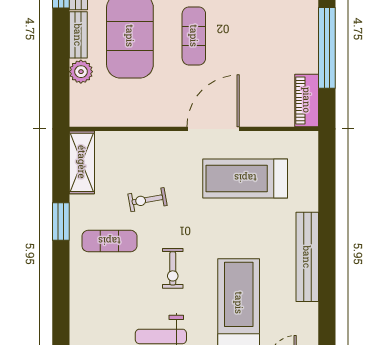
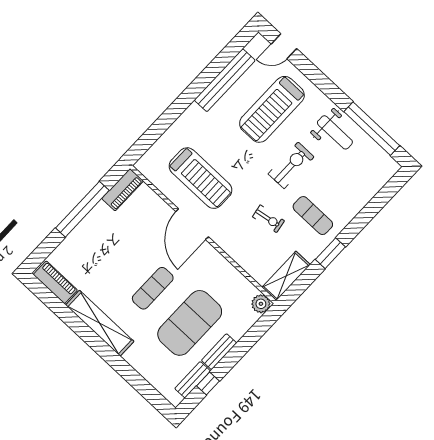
plant: (81, 72) -> (261, 304), moved
door: (213, 129) -> (192, 224), hinge flipped
bench: (307, 257) -> (225, 80), moved
exercise bike: (173, 268) -> (291, 165), width x1.38, depth x1.39

